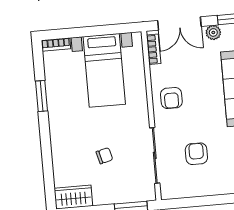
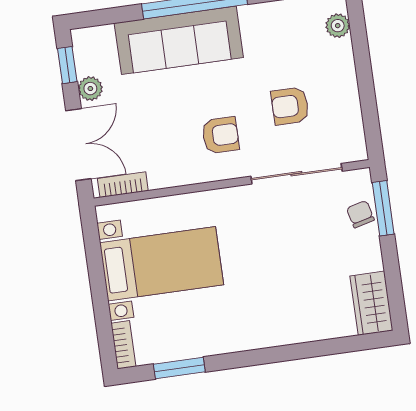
window: (42, 96) -> (179, 368), moved
armchair: (171, 98) -> (220, 135), moved
chair: (104, 156) -> (360, 214), moved

